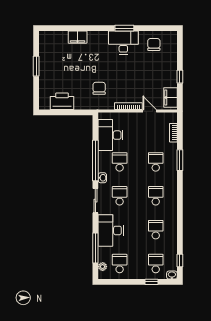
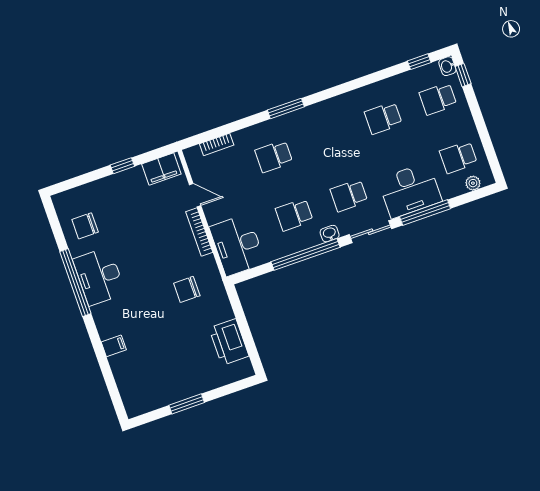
window: (124, 28) -> (75, 283), width x2.11
filing cabinet: (78, 37) -> (114, 346), width x0.50
door: (150, 111) -> (195, 195), swing flipped
desk: (111, 135) -> (237, 245), moved, turned 90
window: (180, 160) -> (286, 108), moved
school desk: (156, 196) -> (329, 137), removed
window: (95, 248) -> (425, 213), moved
window: (152, 282) -> (463, 75), moved

